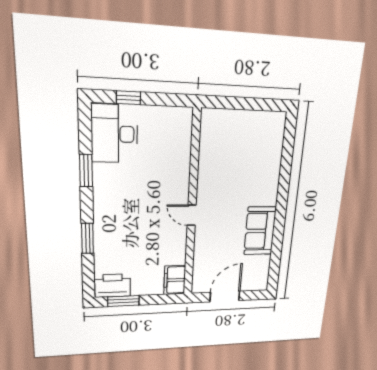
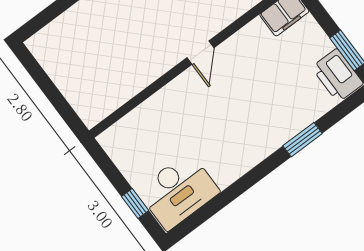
window: (86, 171) -> (234, 191), removed

